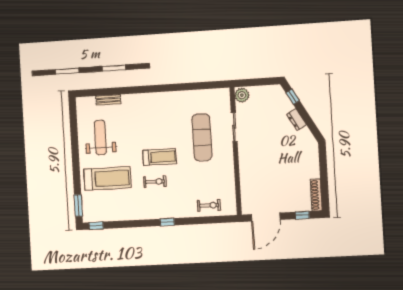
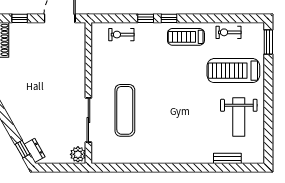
dresser: (297, 119) -> (35, 150), moved
sliding door: (234, 127) -> (88, 120), width x1.37
treadmill: (160, 157) -> (186, 37), moved
exercise bike: (155, 182) -> (229, 32), moved
window: (96, 226) -> (146, 18), moved

